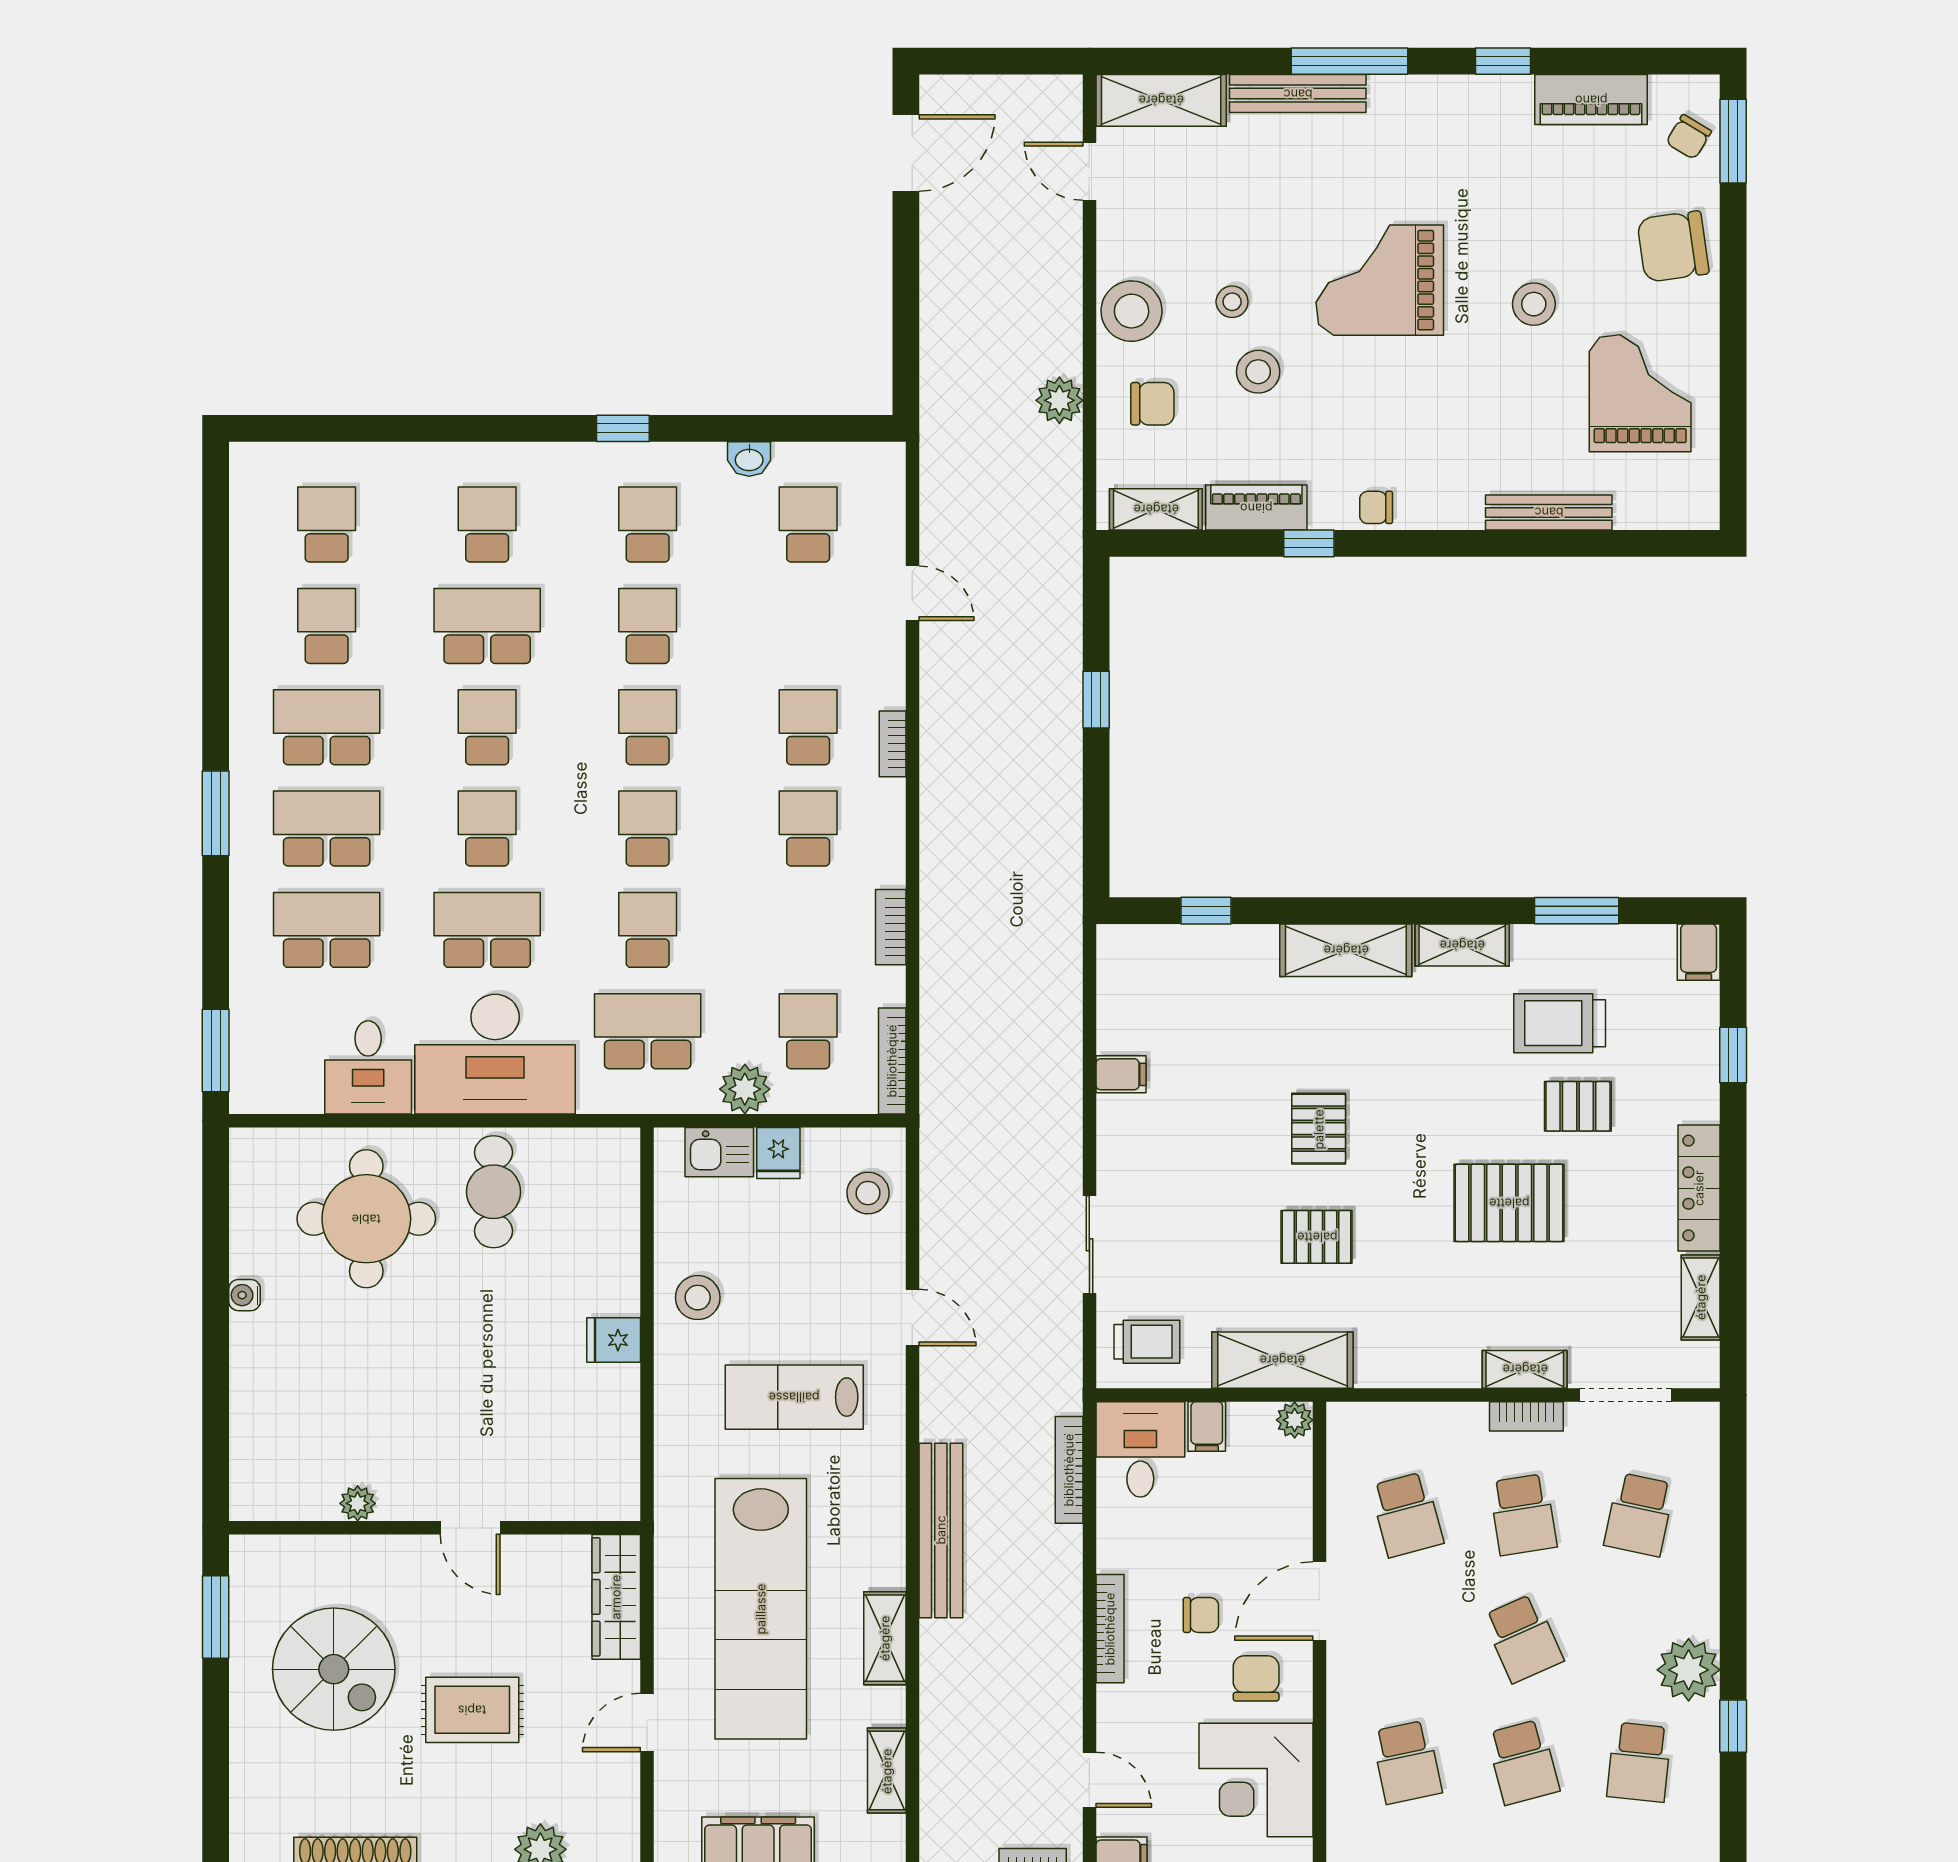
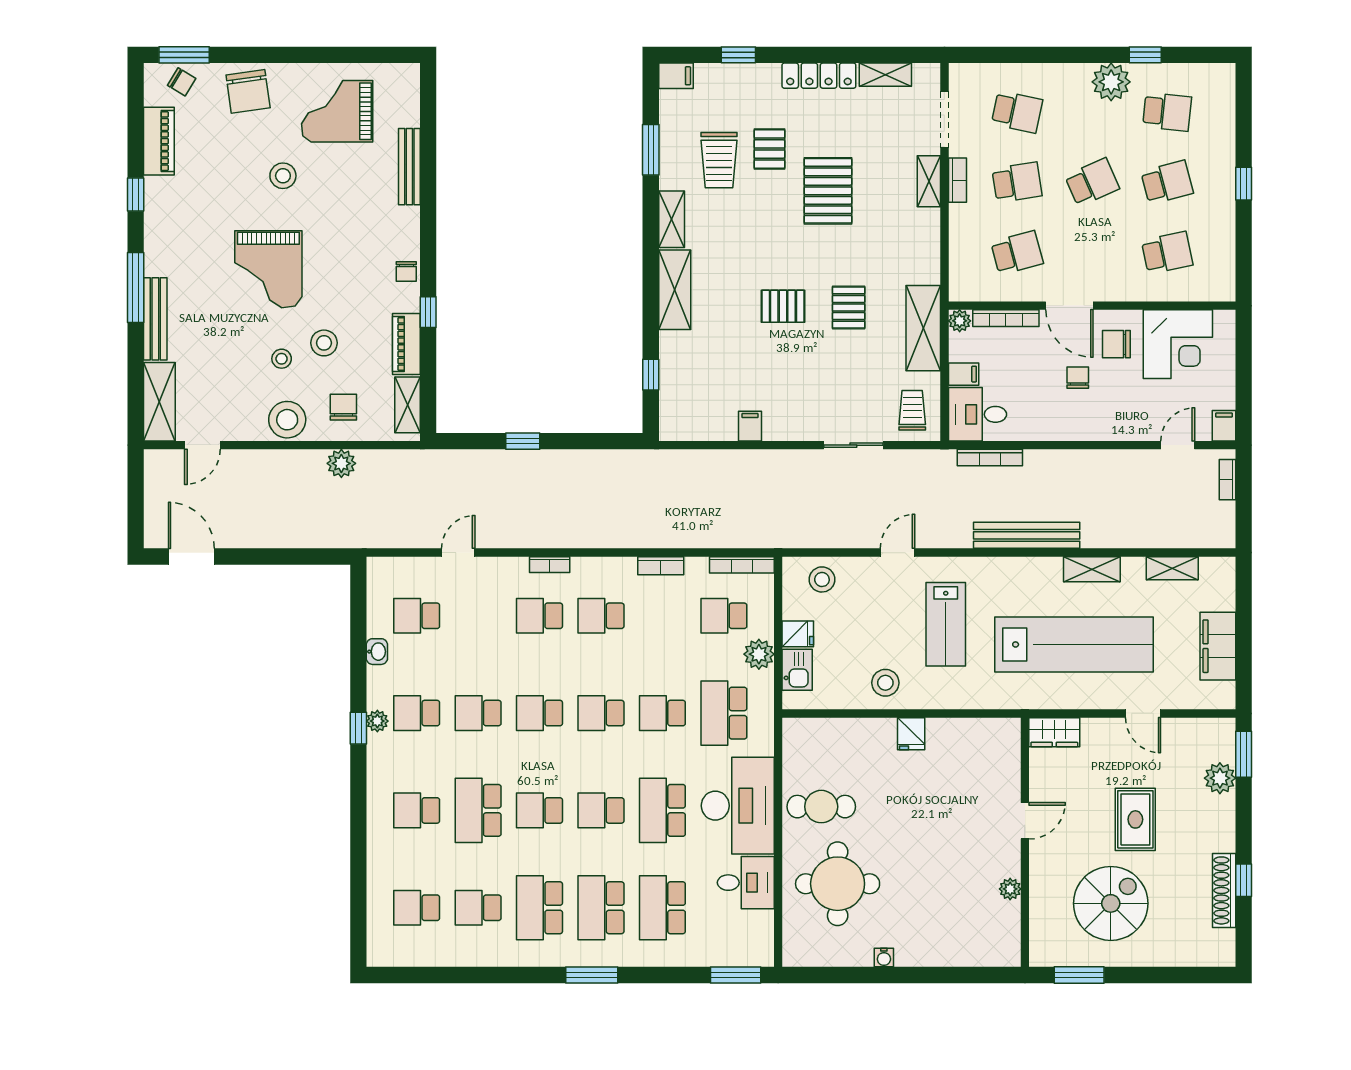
plant: (635, 460) -> (377, 721), added
wardrobe: (616, 1597) -> (1054, 732), width x0.67
bookcase: (1110, 1629) -> (1006, 318), moved, turned 180

